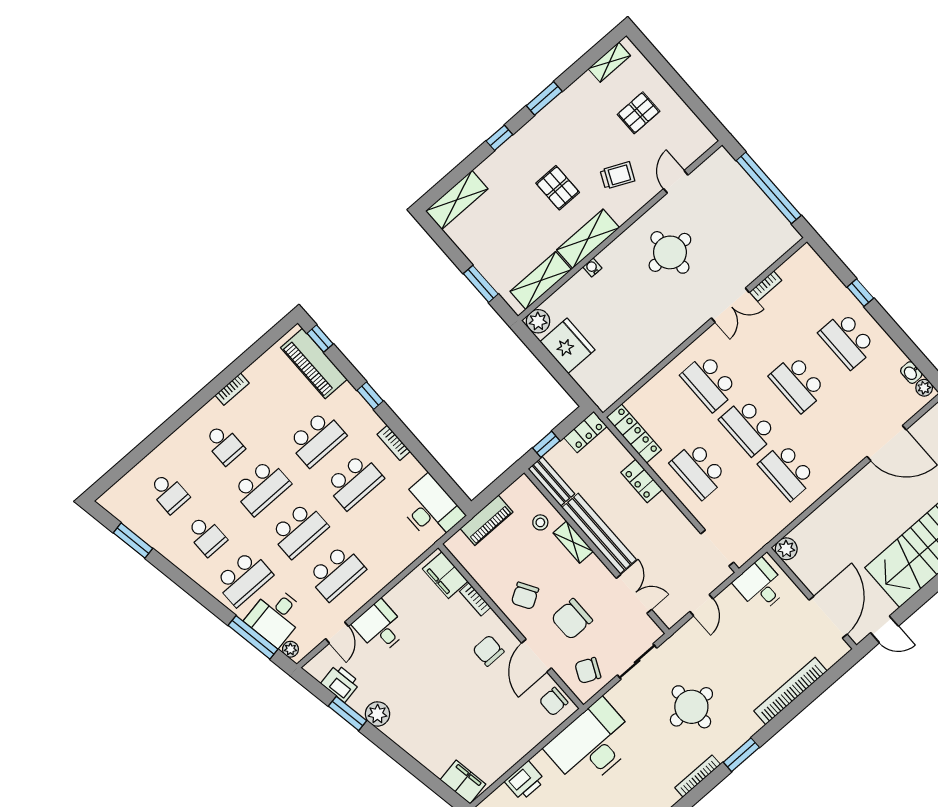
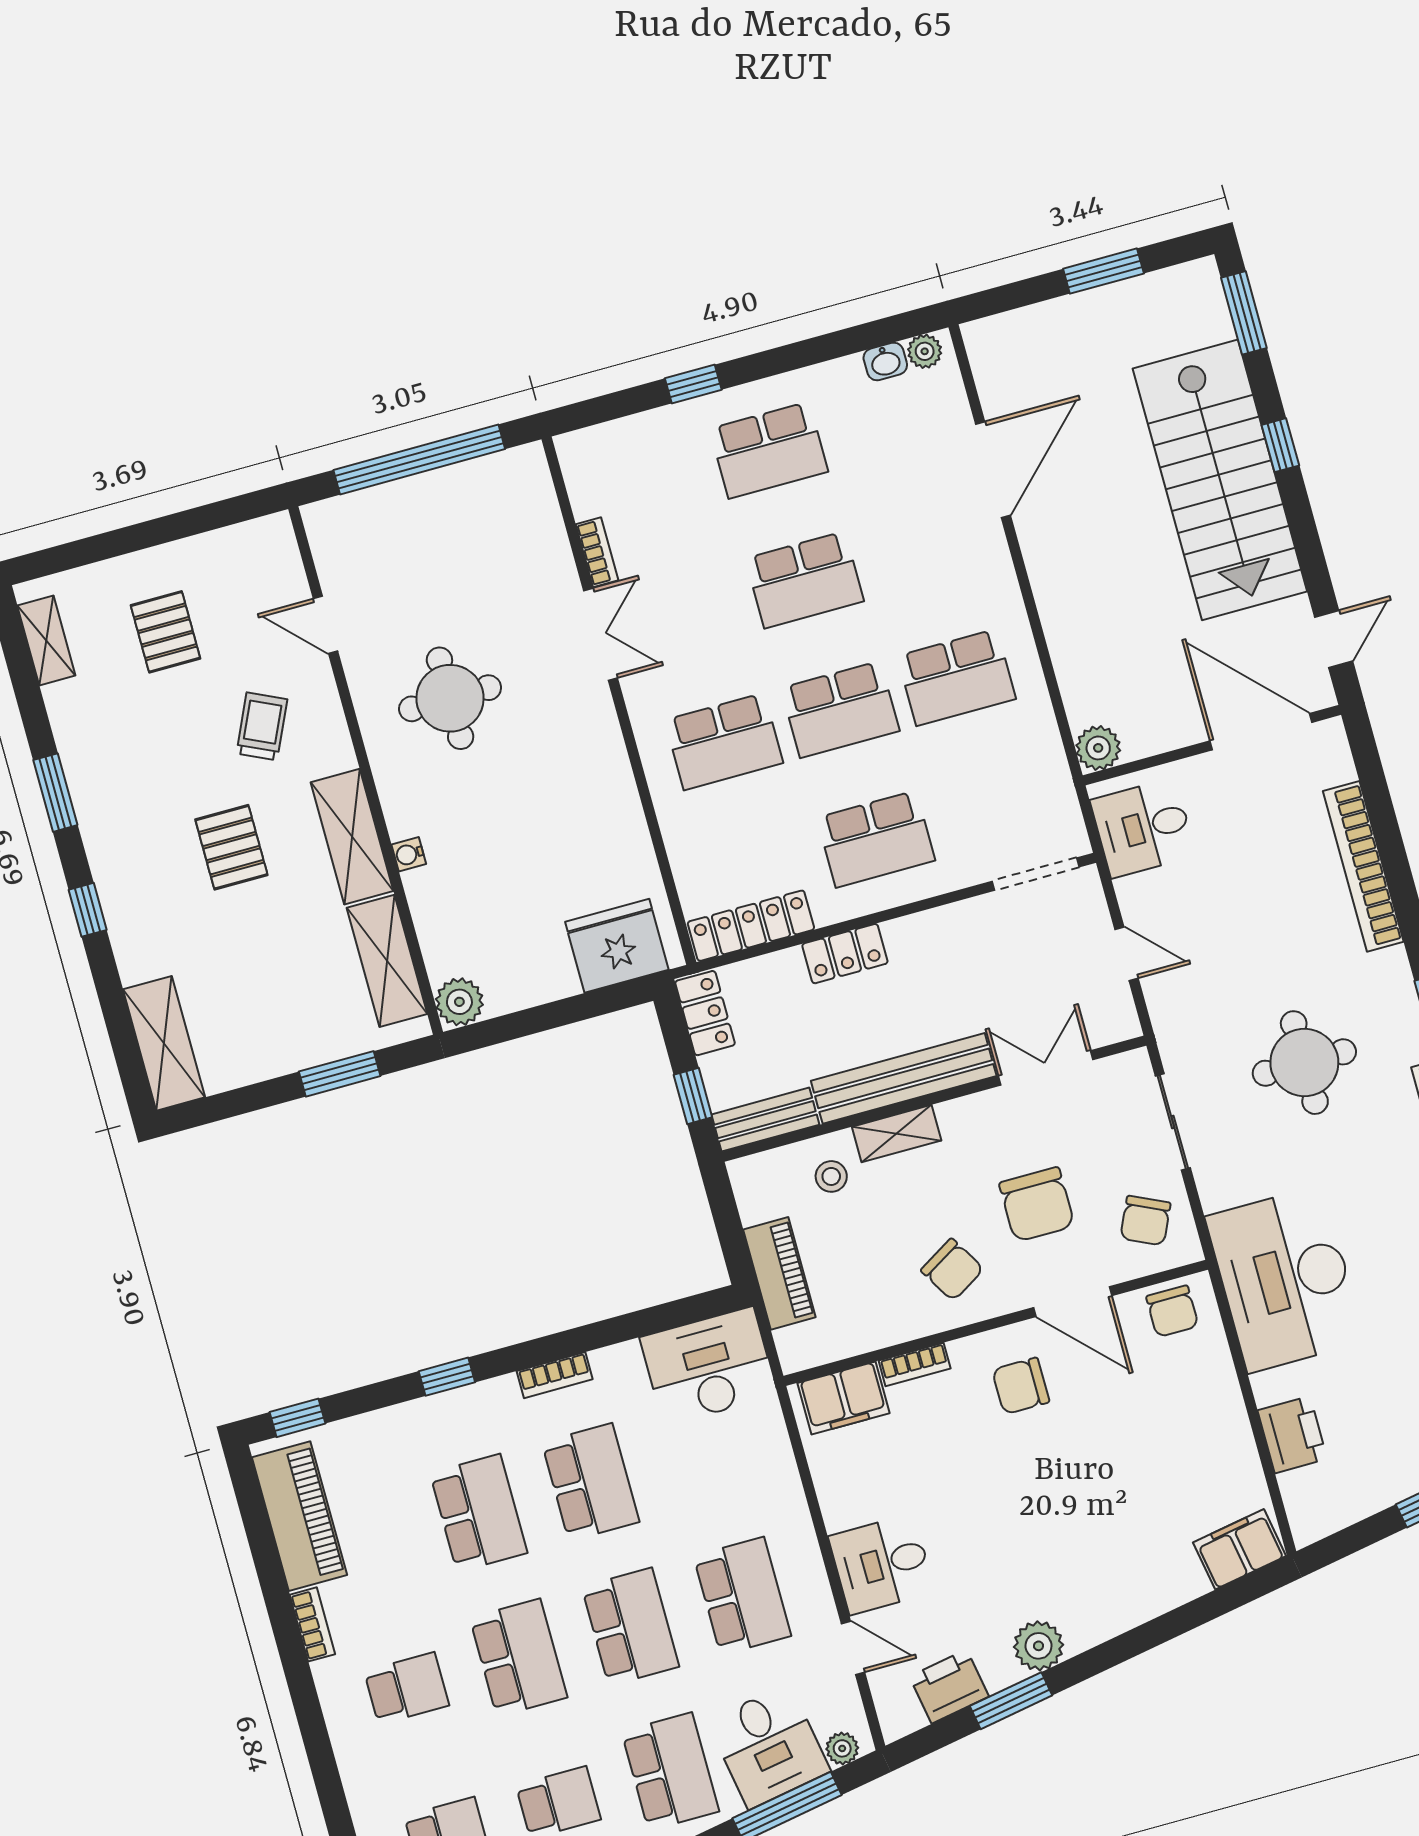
pallet: (558, 188) -> (231, 847), turned 90
fridge: (567, 346) -> (617, 946), moved
piano: (314, 364) -> (299, 1516), moved, turned -90

